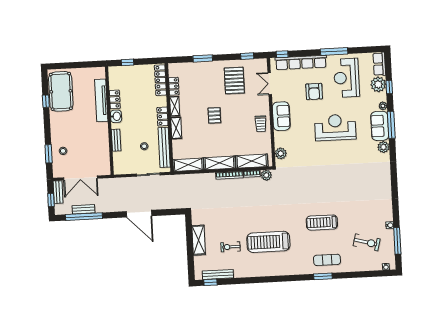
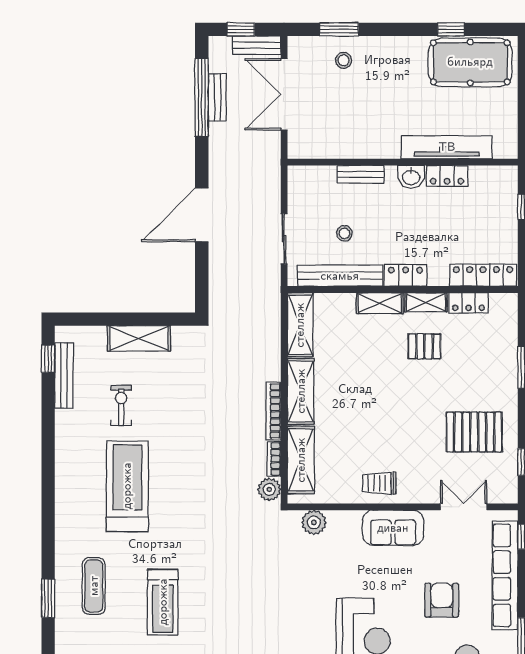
armchair: (314, 92) -> (442, 600), turned 90
pallet: (214, 115) -> (424, 346), moved
treadmill: (322, 223) -> (163, 602), turned 180
exercise mat: (327, 260) -> (94, 586), moved

